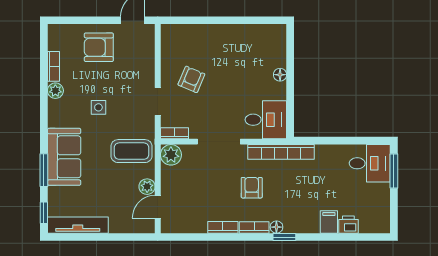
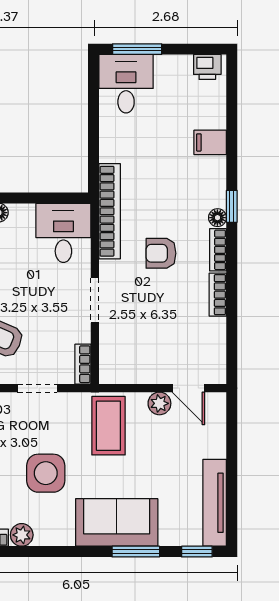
side table: (98, 107) -> (46, 473), width x1.87, depth x1.87
doorway: (219, 142) -> (95, 300), width x0.73
plant: (171, 155) -> (114, 369), removed
printer: (348, 225) -> (207, 67), moved, turned -90

